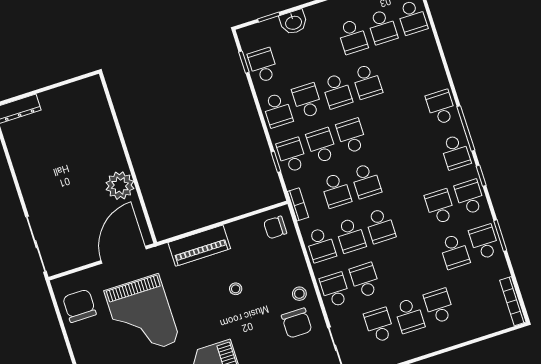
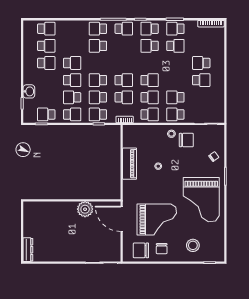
chair: (275, 227) -> (162, 249), moved
piano: (199, 246) -> (130, 164), moved
school desk: (379, 325) -> (98, 46), moved

